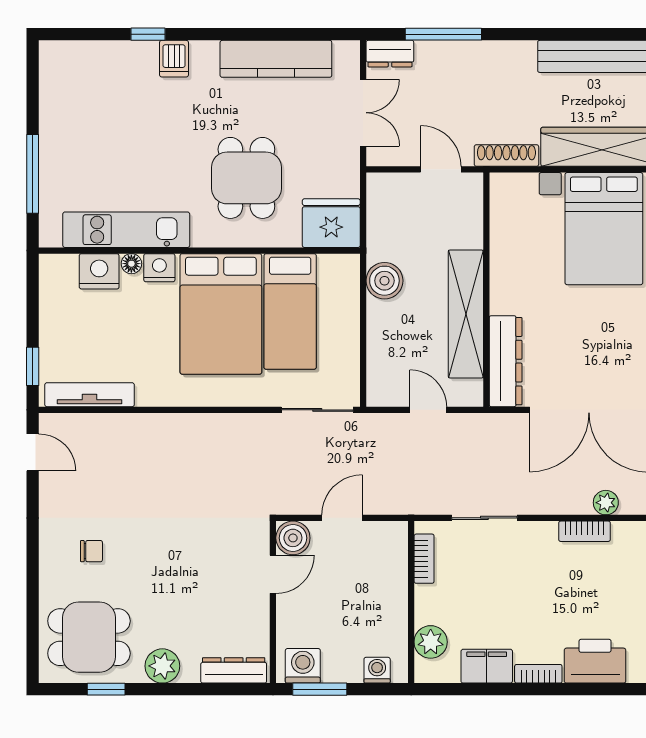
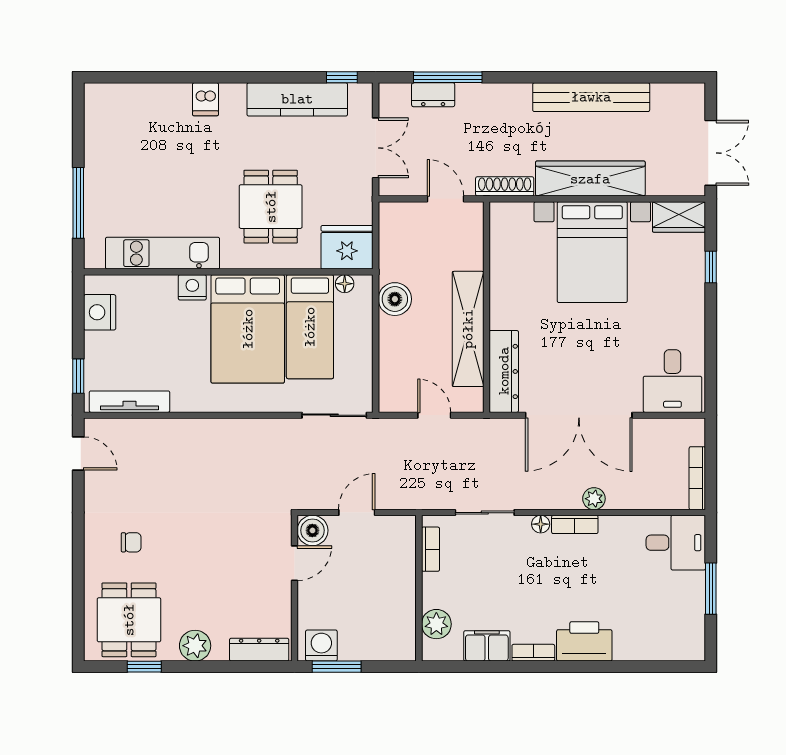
window: (148, 34) -> (342, 77), moved
dresser: (390, 54) -> (433, 95), moved
floor lamp: (131, 264) -> (345, 284), moved
nightstand: (99, 271) -> (100, 312), moved, turned -90
floor lamp: (546, 531) -> (541, 524), added
dining table: (89, 637) -> (129, 620), turned 90
washing machine: (377, 670) -> (388, 650), removed

